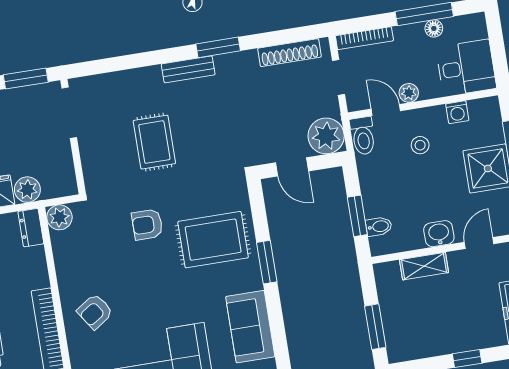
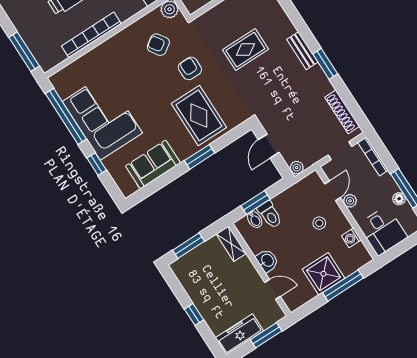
plant: (326, 136) -> (297, 168), width x0.53, depth x0.53
toilet: (363, 136) -> (270, 215), moved, turned -90
shelving: (424, 266) -> (231, 244), moved
armchair: (95, 312) -> (158, 45), moved

